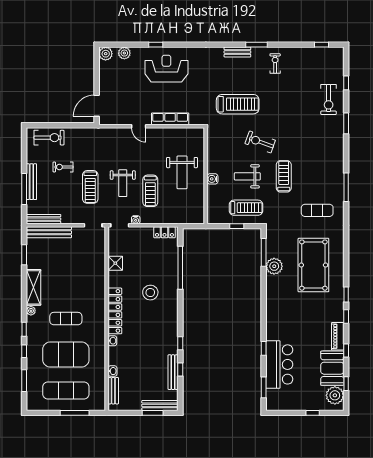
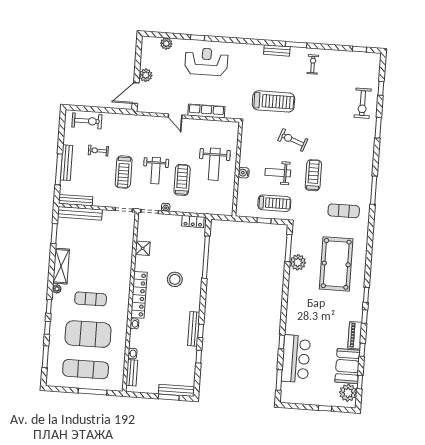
plant: (106, 54) -> (146, 75), moved
treadmill: (150, 191) -> (182, 180), turned 180
bench: (173, 372) -> (194, 329), moved

